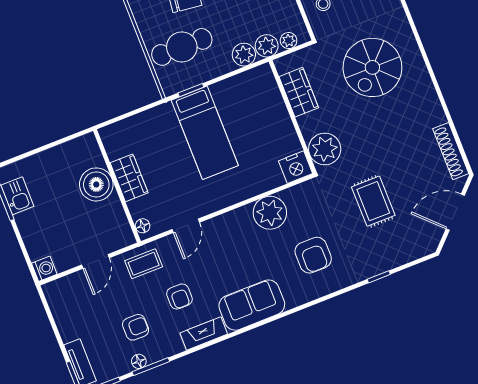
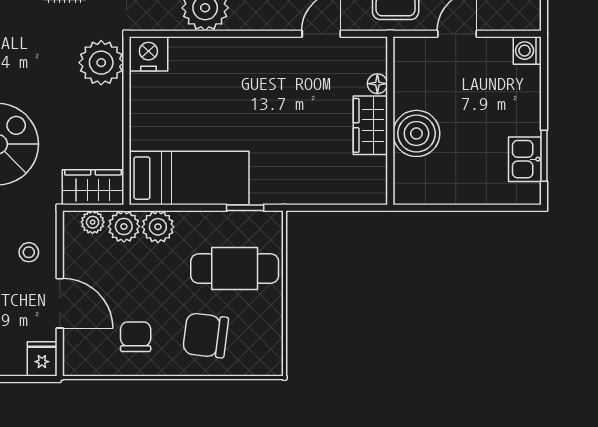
wardrobe: (299, 92) -> (93, 187), moved, turned 90
bed: (205, 133) -> (189, 178), moved, turned 90
floor lamp: (143, 226) -> (377, 84), moved

